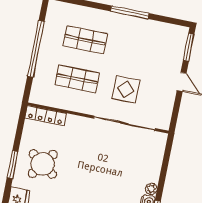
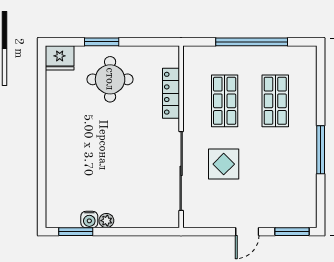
locker: (46, 116) -> (171, 93), moved
round table: (43, 164) -> (110, 79), turned -36

